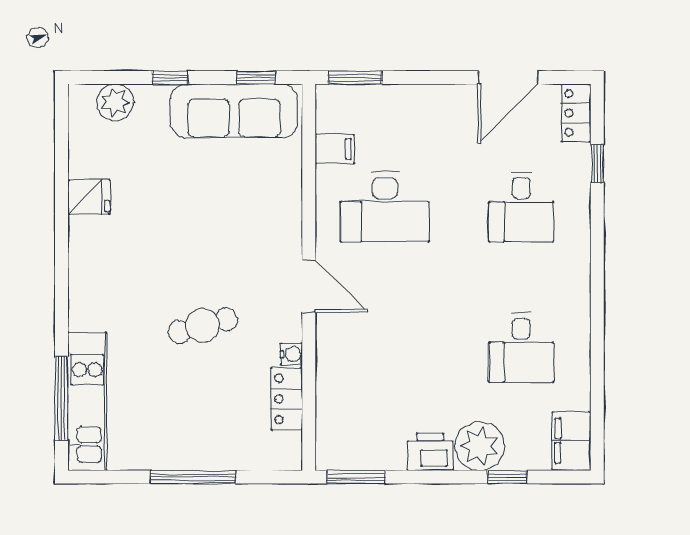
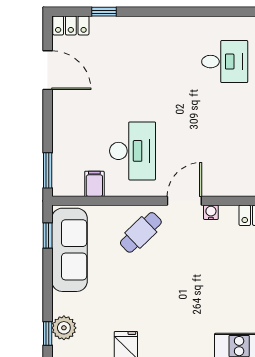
window: (170, 78) -> (48, 333), moved
desk: (521, 207) -> (133, 62), removed
cafe table: (203, 326) -> (141, 232), moved, turned 61
water cooler: (291, 354) -> (211, 212), moved

